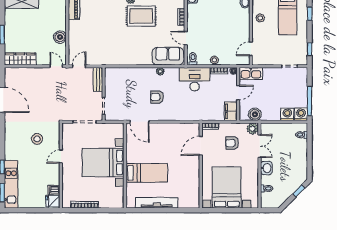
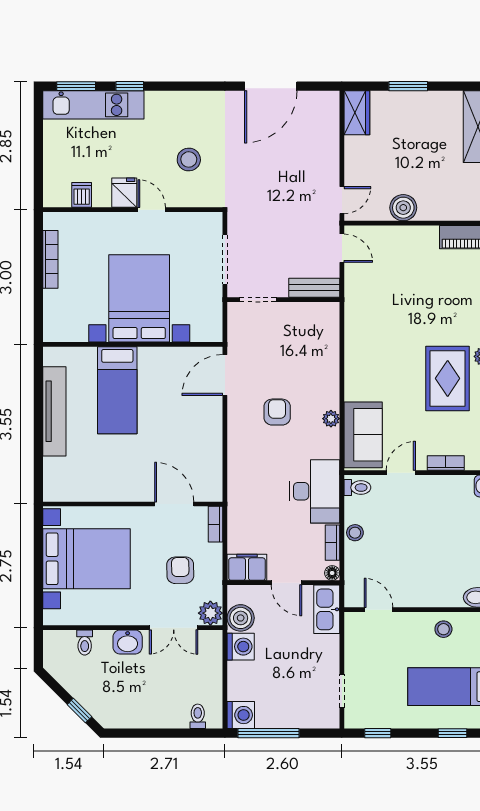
wardrobe: (20, 59) -> (357, 113), width x0.67
washing machine: (287, 114) -> (241, 647), moved
fridge: (53, 201) -> (124, 193), moved

